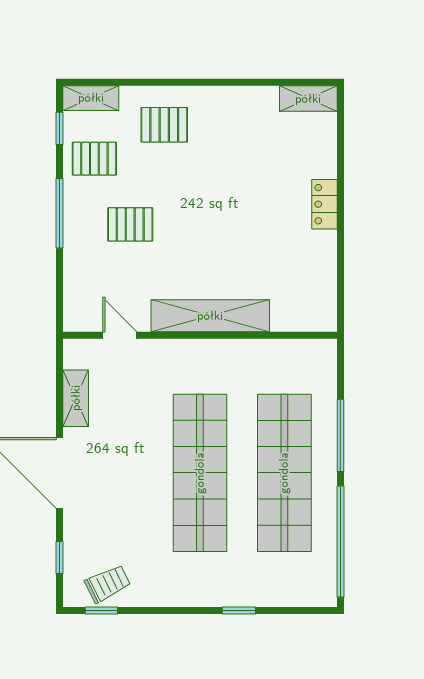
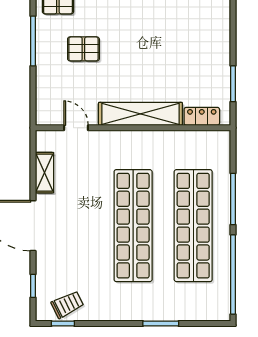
locker: (325, 204) -> (202, 116), moved, turned 90
window: (340, 273) -> (233, 84), added
window: (239, 611) -> (161, 324), width x1.50

